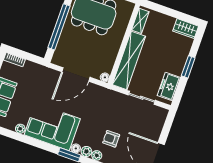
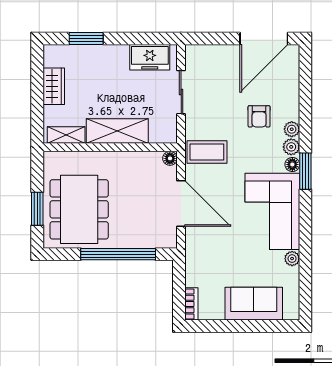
wardrobe: (186, 29) -> (54, 86), moved
shelving: (129, 60) -> (117, 131), width x0.68
window: (188, 67) -> (86, 39), moved
coffee table: (101, 101) -> (207, 152), added

